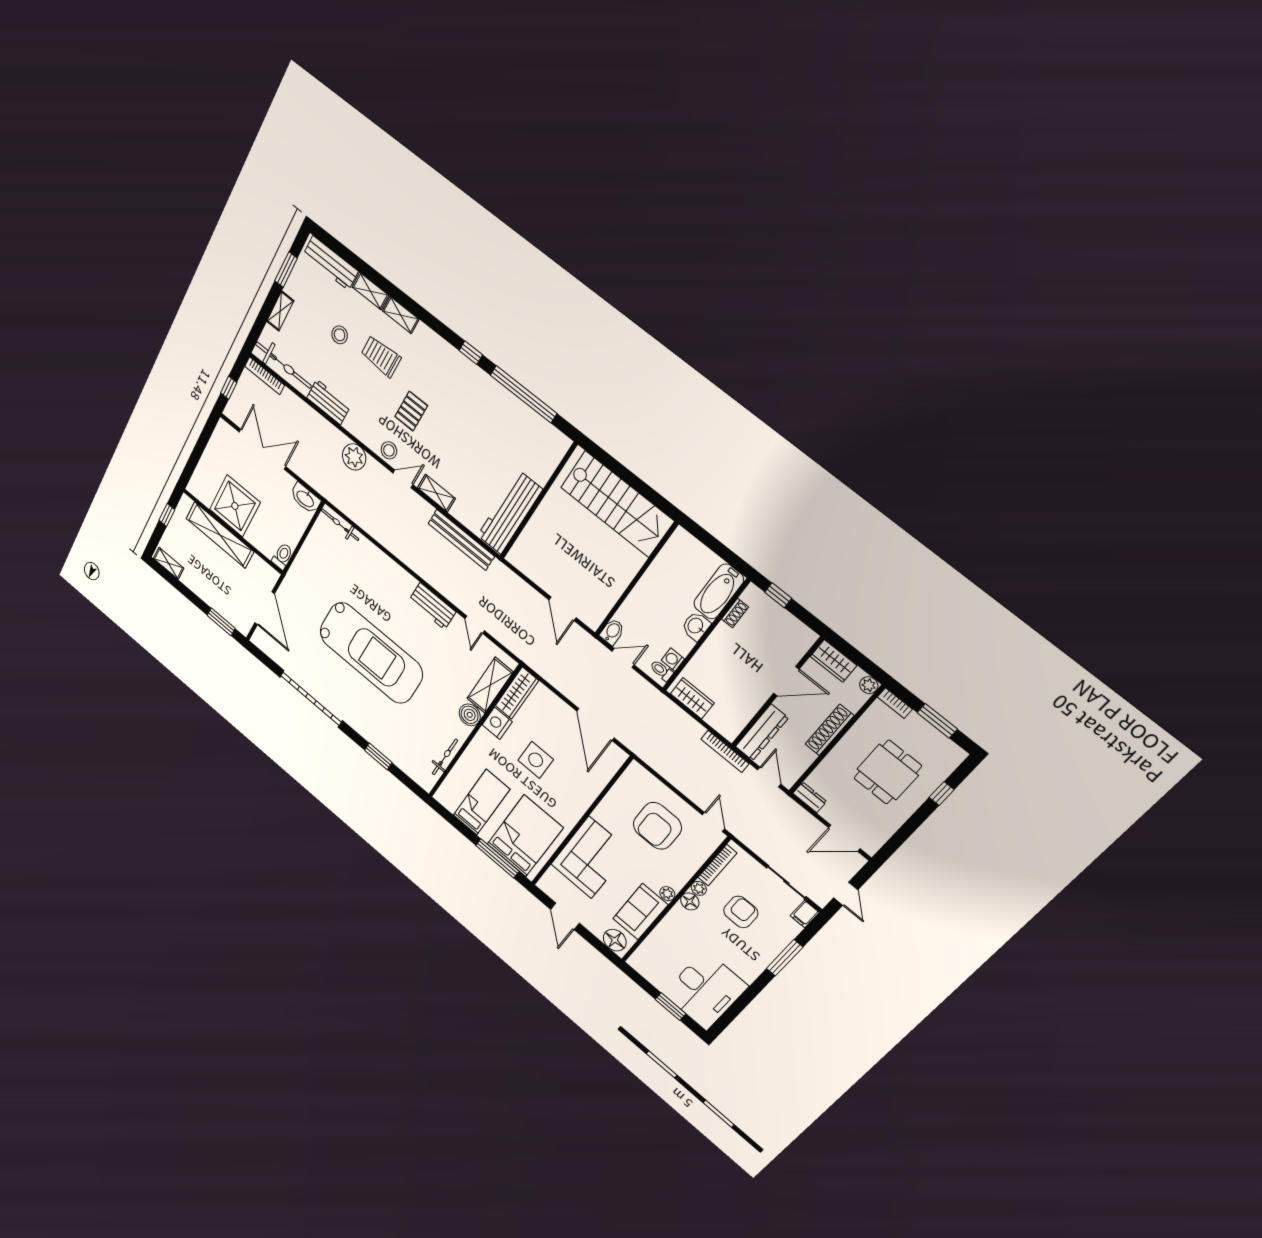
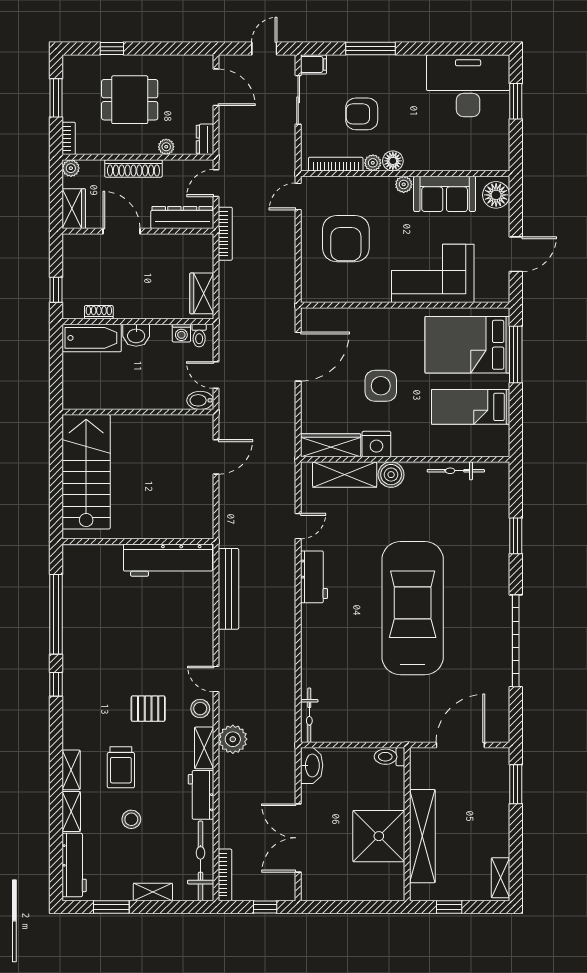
shelving: (436, 493) -> (204, 748), moved
plant: (827, 767) -> (166, 147), added
armchair: (657, 826) -> (346, 239), turned 90

